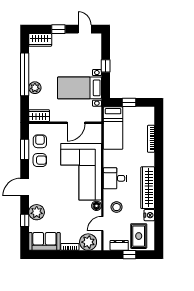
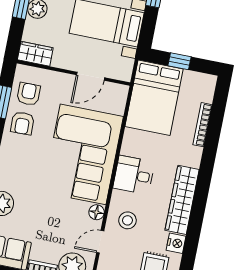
bed: (113, 128) -> (154, 98), width x1.50
armchair: (40, 160) -> (22, 123), turned 89

